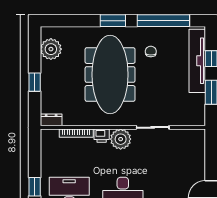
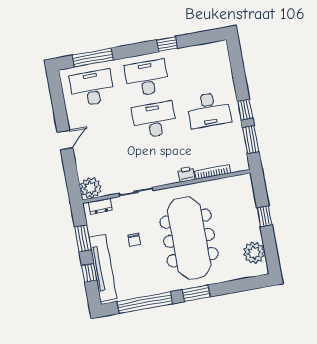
chair: (151, 51) -> (134, 240), moved
dresser: (51, 120) -> (100, 206), moved
plant: (121, 139) -> (91, 188), moved
window: (35, 157) -> (251, 140), added

